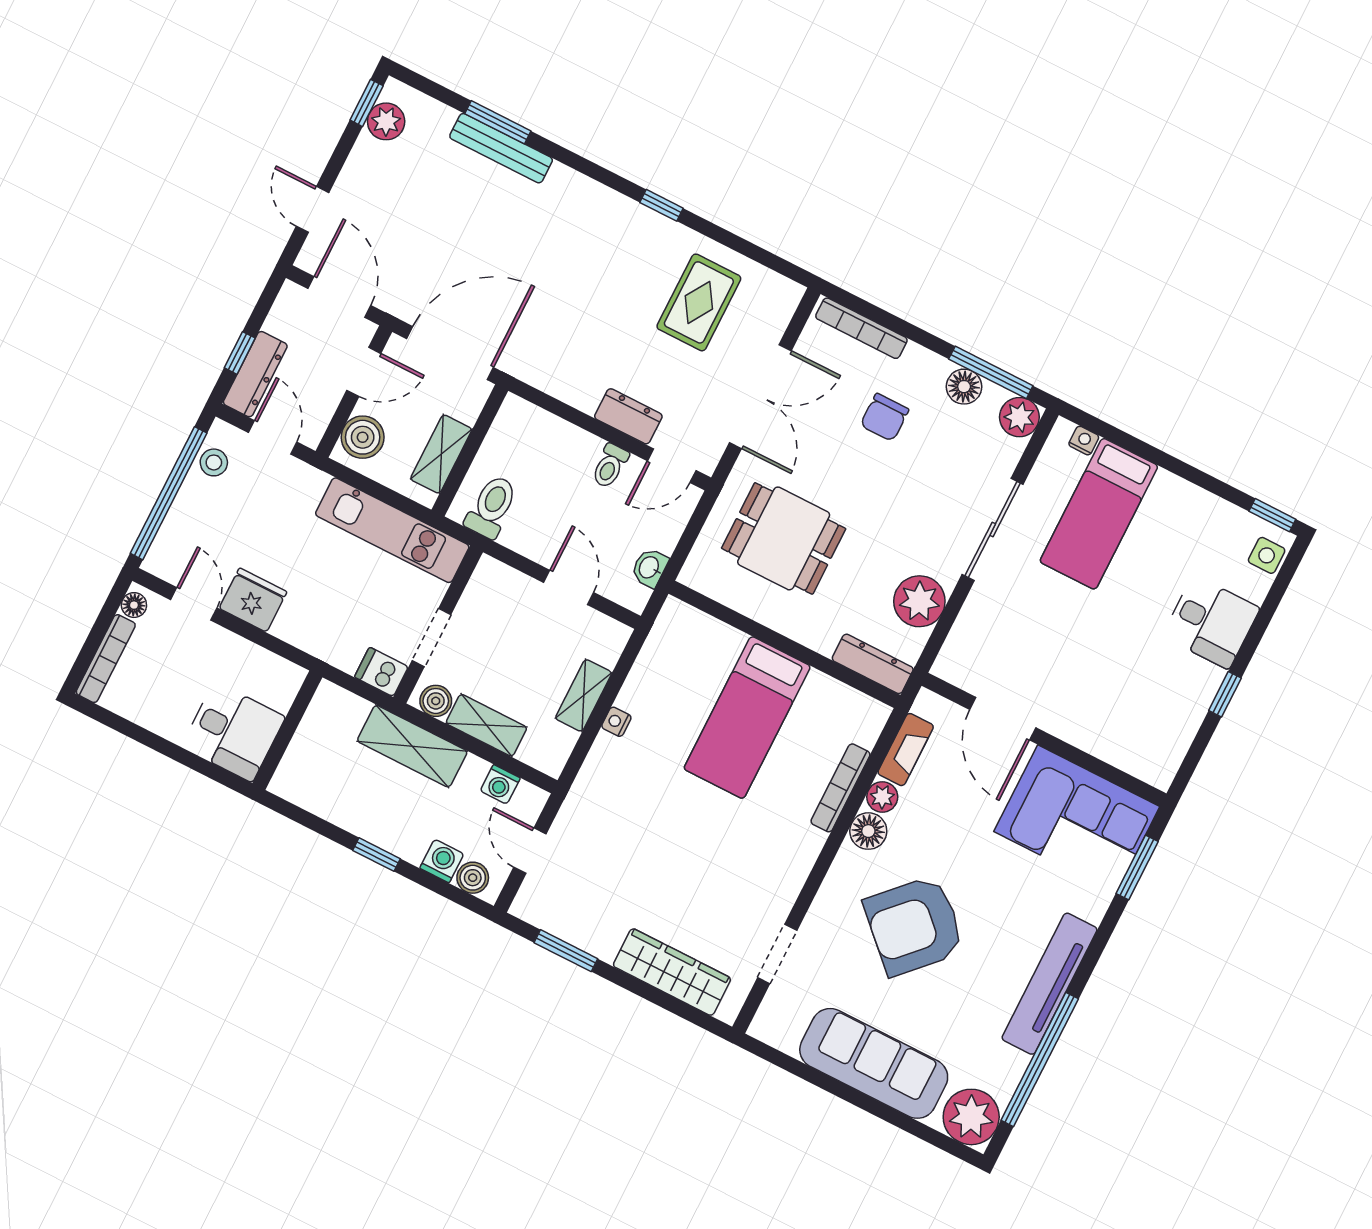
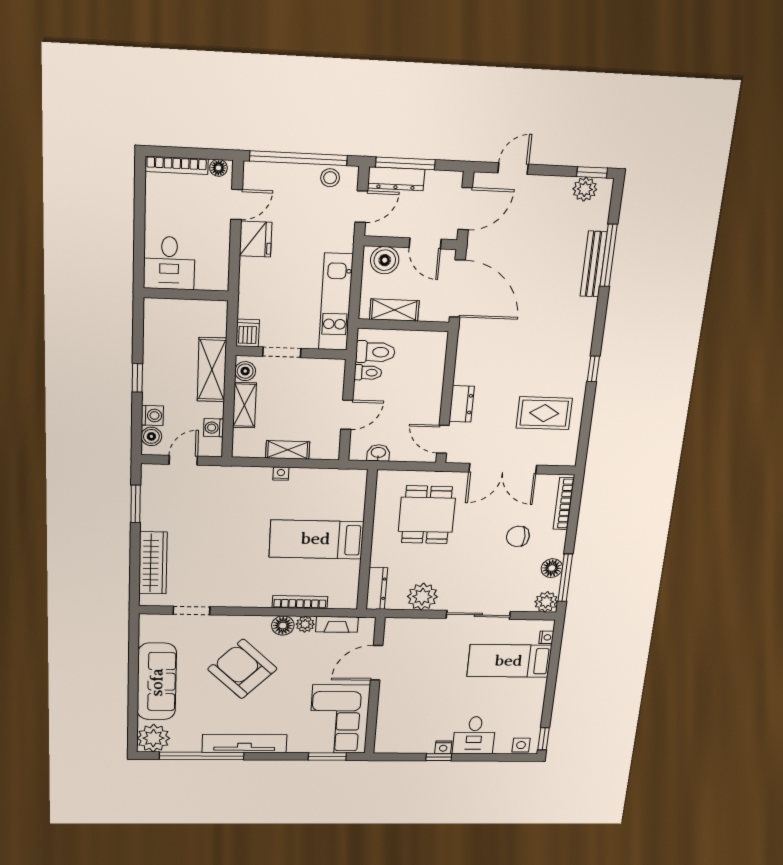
window: (498, 122) -> (609, 255), width x1.44
window: (240, 353) -> (405, 163), width x2.17
toilet: (610, 466) -> (368, 373), moved, turned 180
nightstand: (1210, 680) -> (443, 747), added

